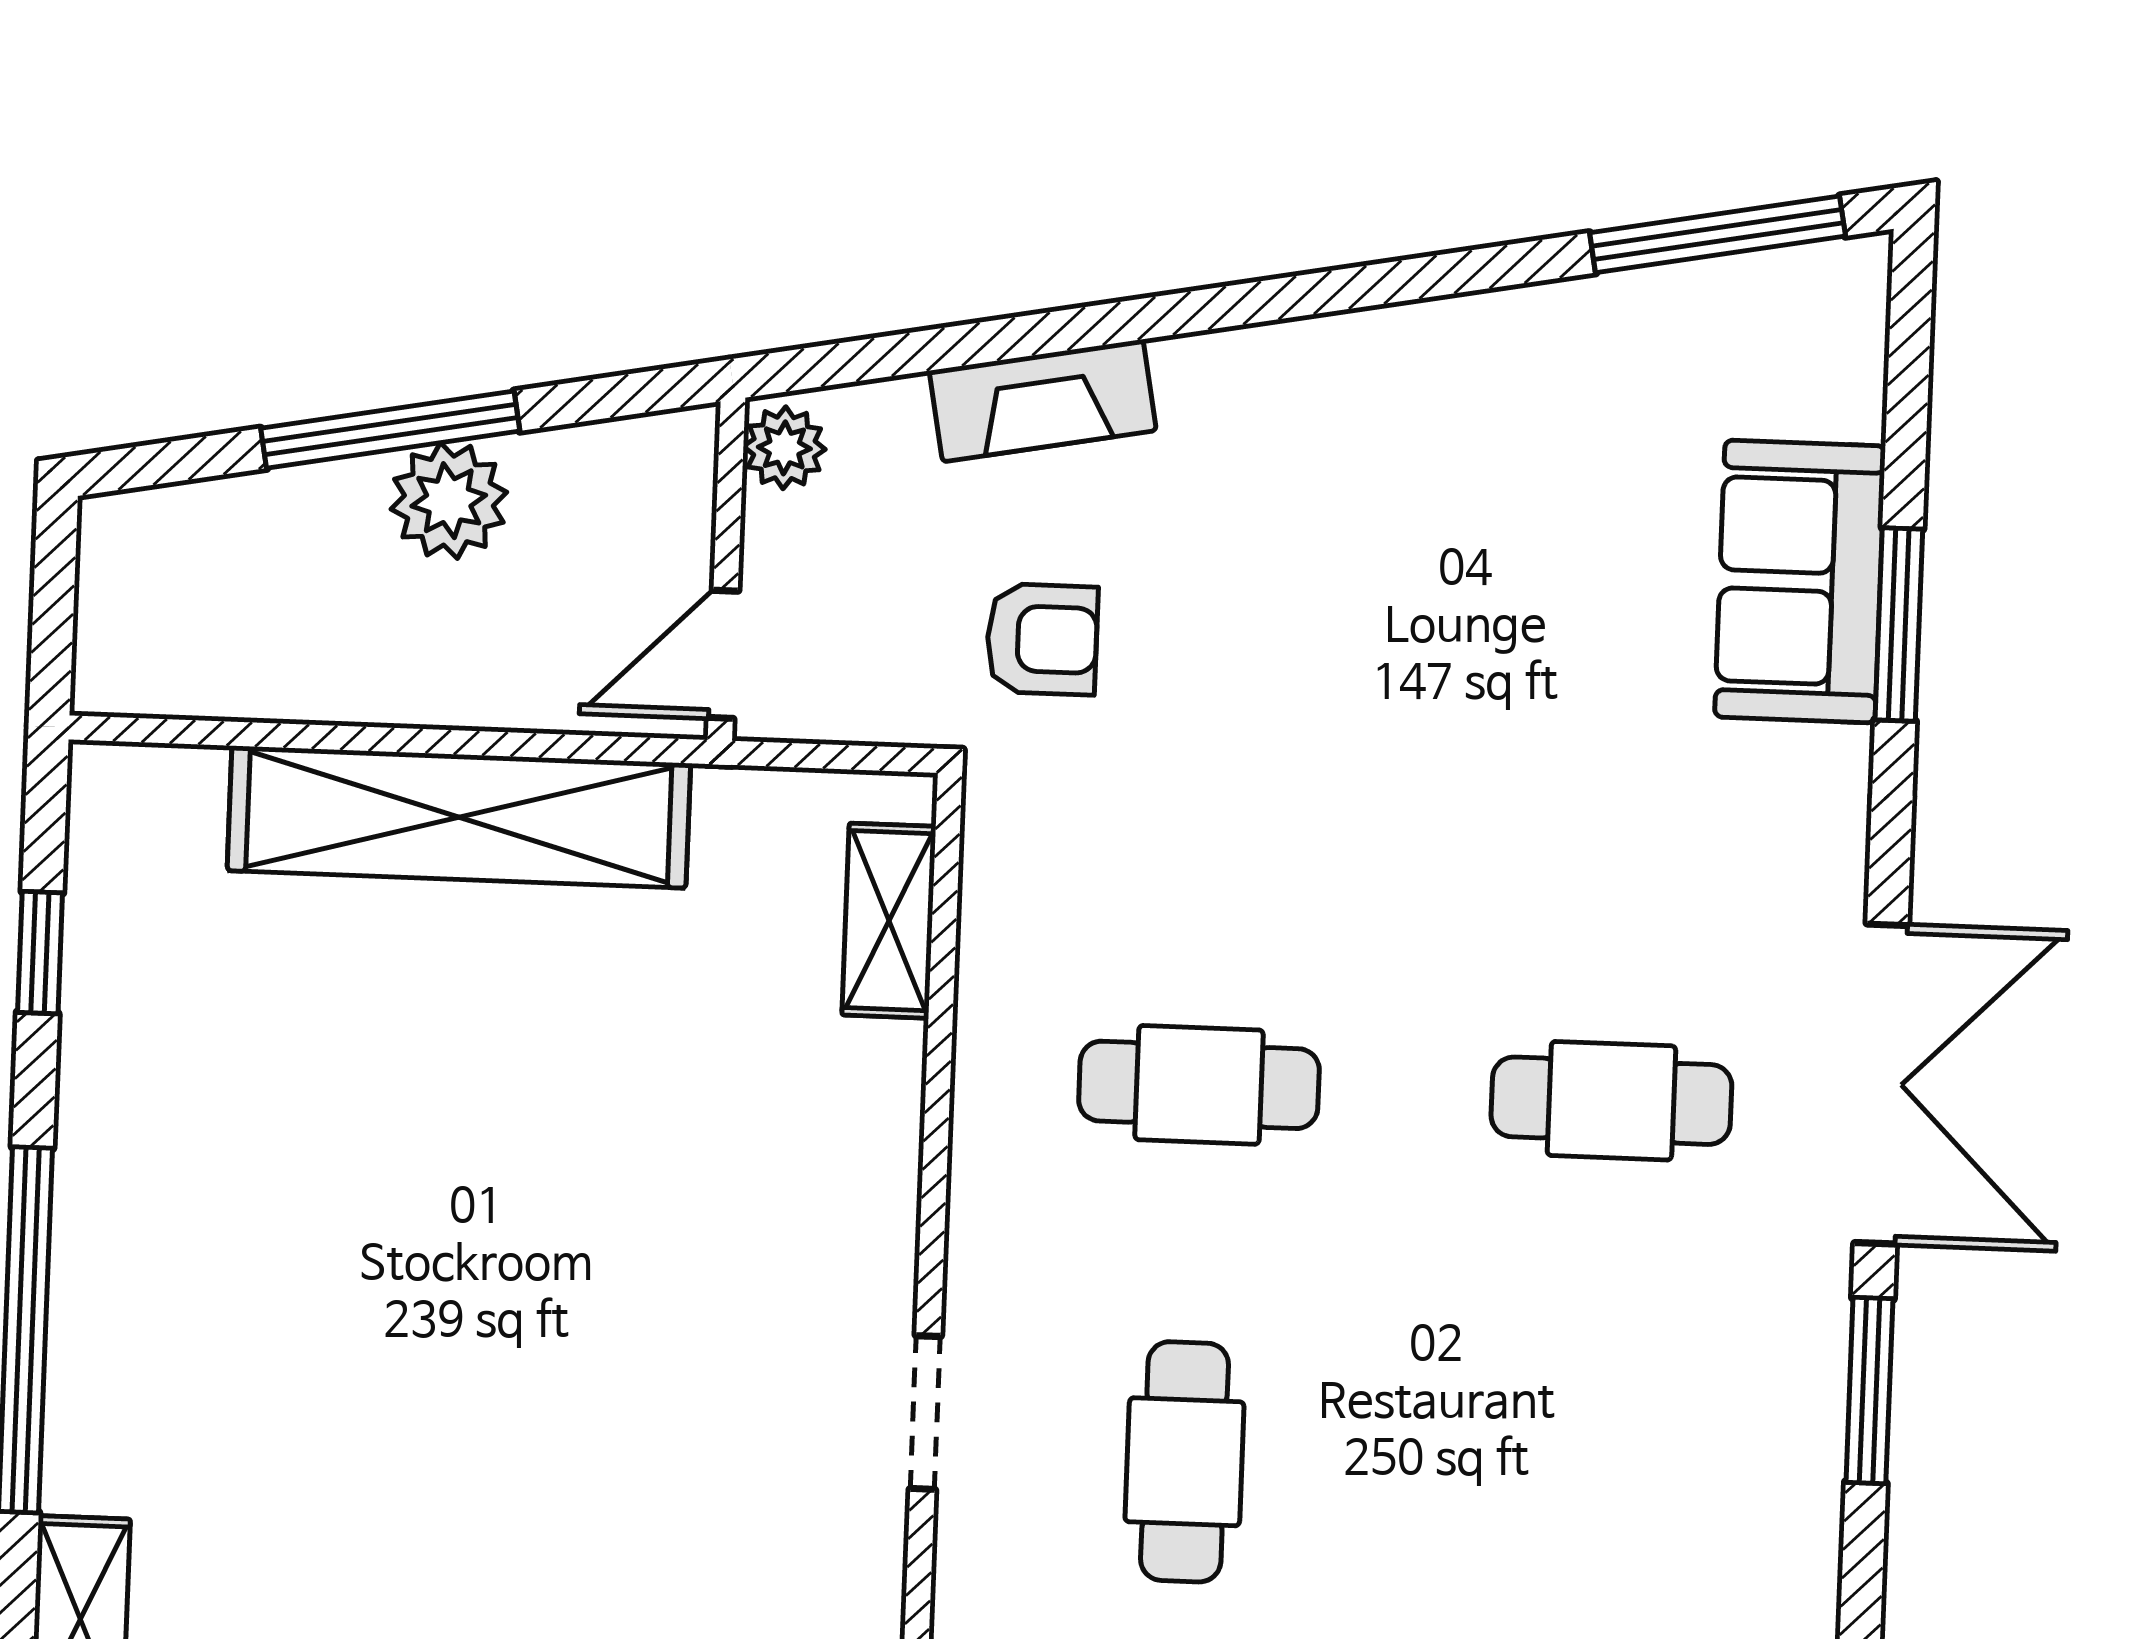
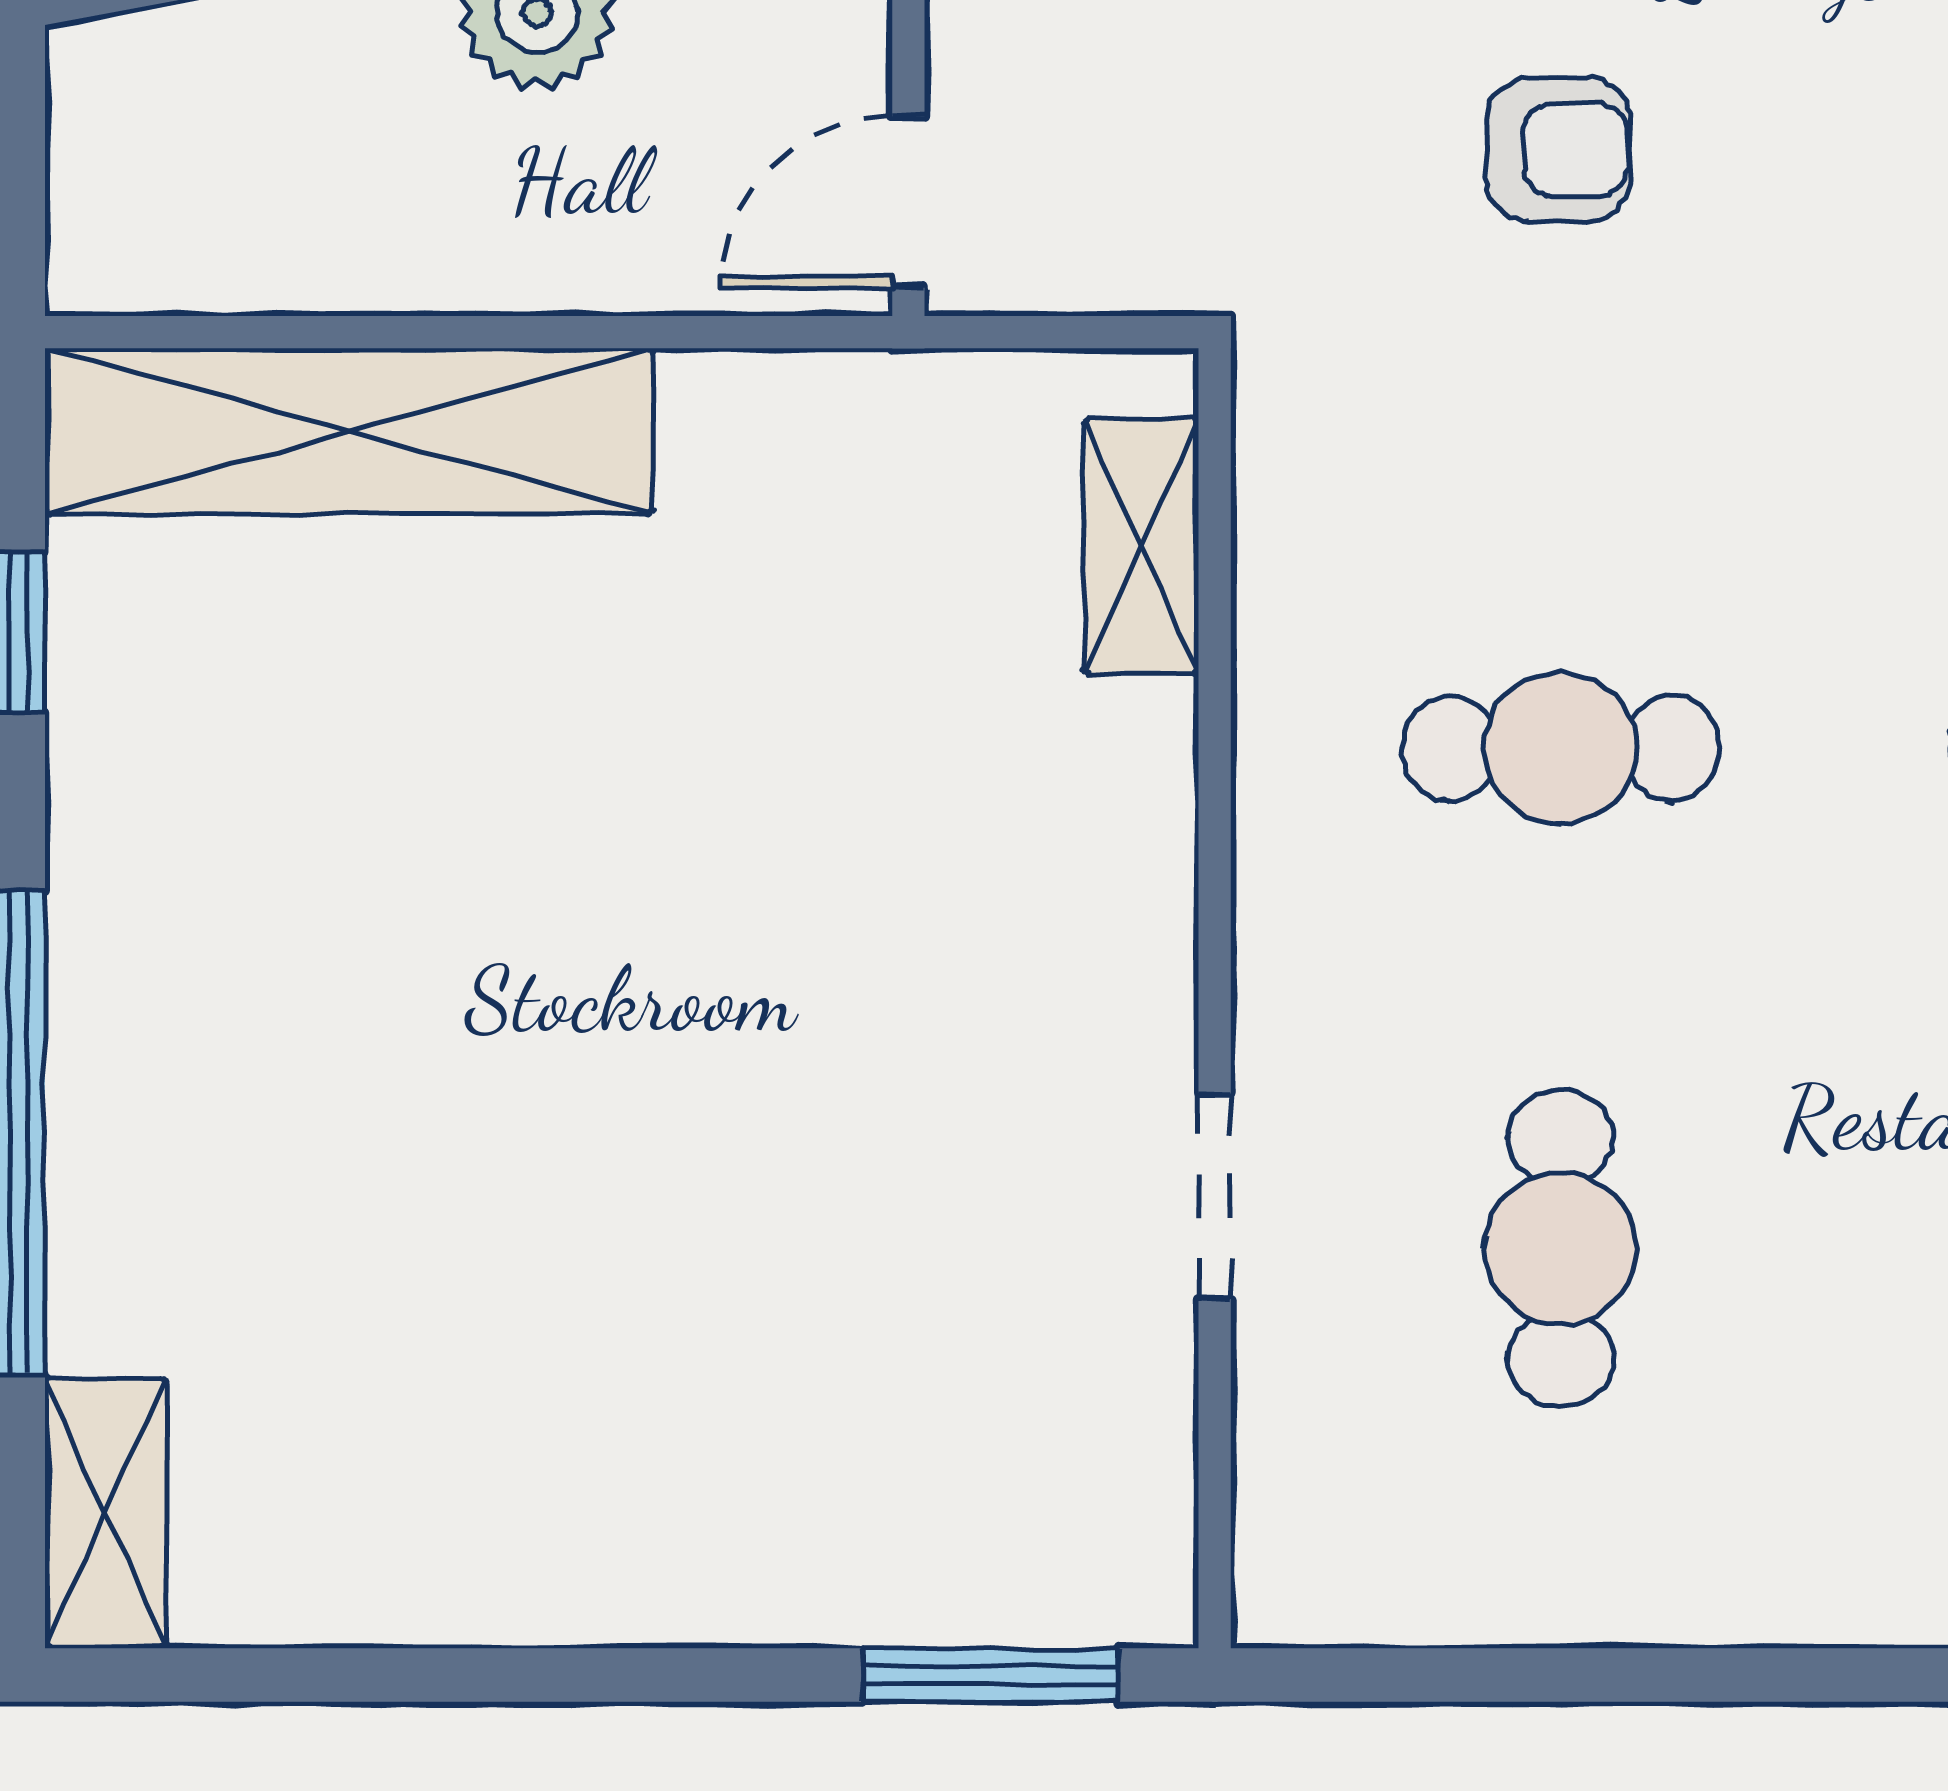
armchair: (1042, 639) -> (1558, 150), moved
shelving: (459, 817) -> (349, 431), moved

